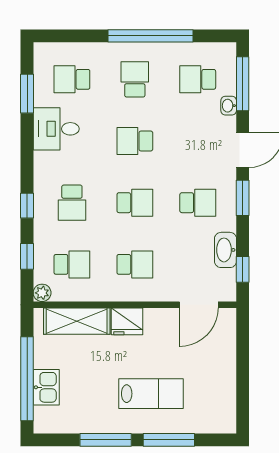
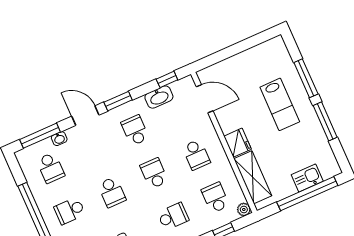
school desk: (135, 264) -> (196, 155), turned 180
lab bench: (151, 394) -> (280, 104), turned 180

